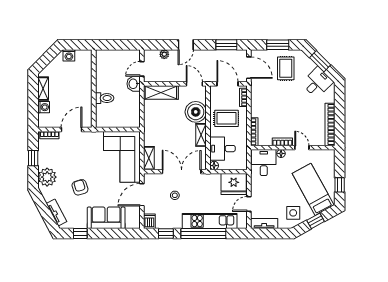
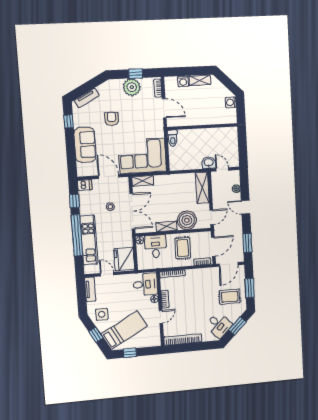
toilet: (105, 98) -> (173, 138), moved
plant: (47, 177) -> (132, 87), moved
armchair: (80, 187) -> (112, 119), turned -73

